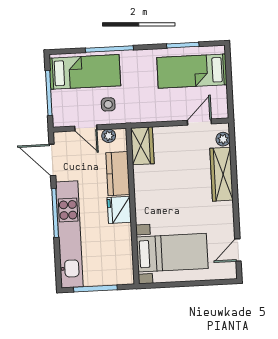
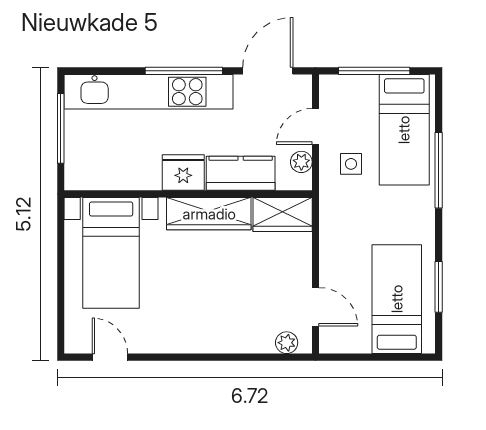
wardrobe: (221, 174) -> (209, 214), moved, turned 180

